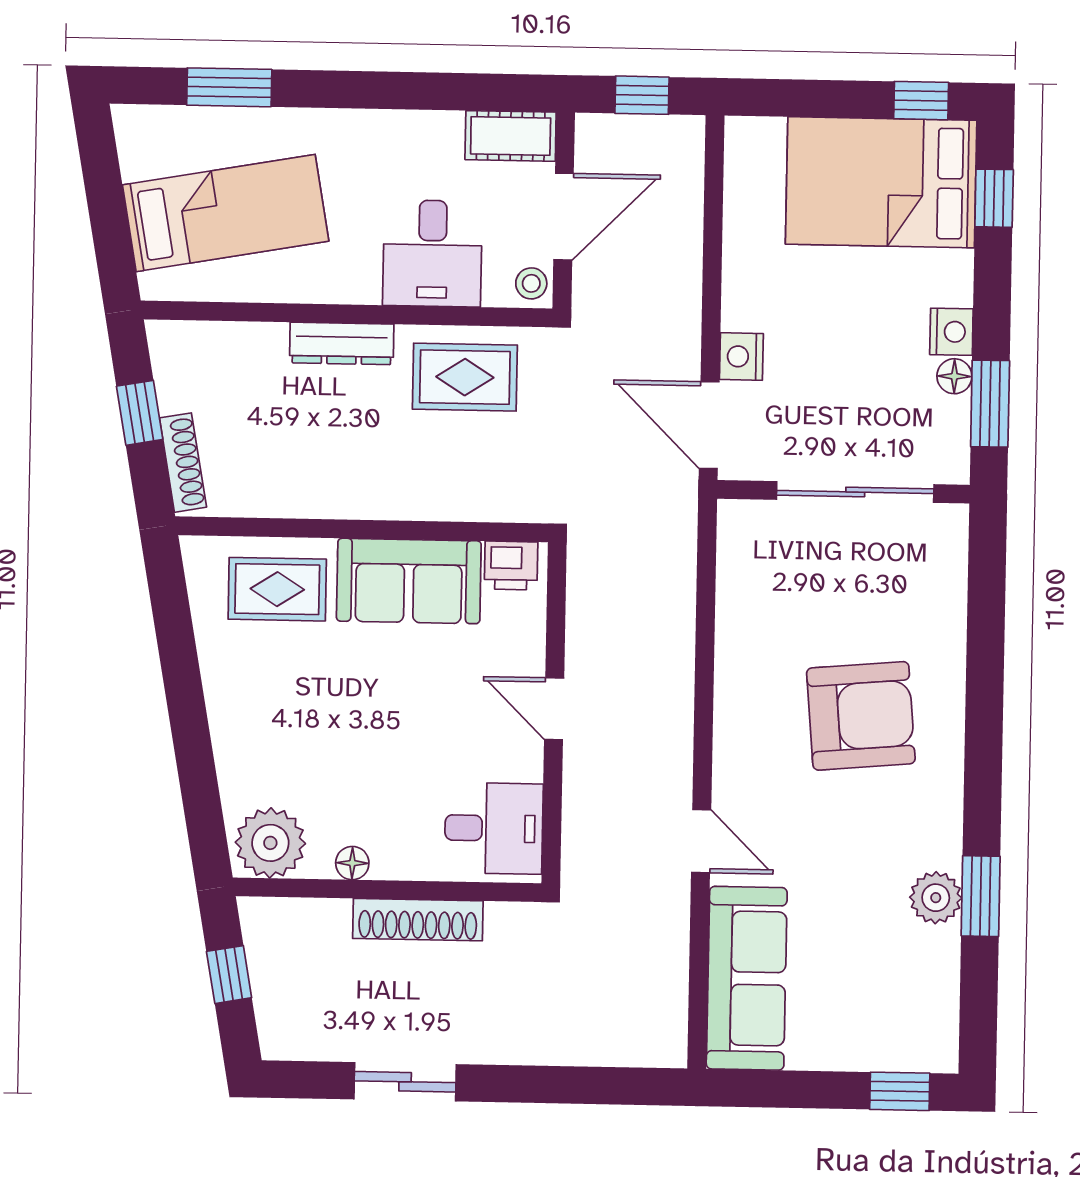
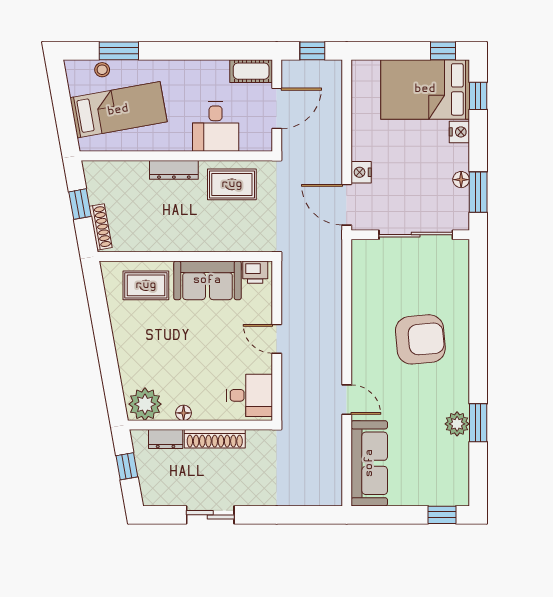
stool: (531, 283) -> (102, 70), moved
nightstand: (951, 332) -> (459, 132), moved
dresser: (313, 918) -> (166, 439), added

